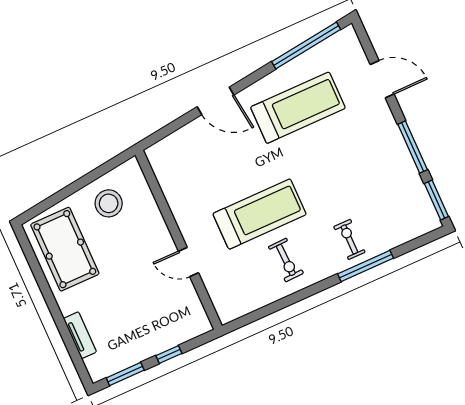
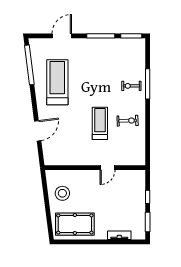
door: (216, 101) -> (38, 131), moved
treadmill: (260, 214) -> (100, 123), width x0.73, depth x0.73

